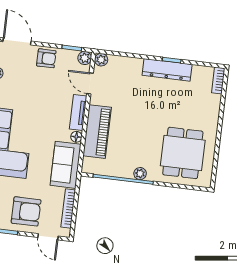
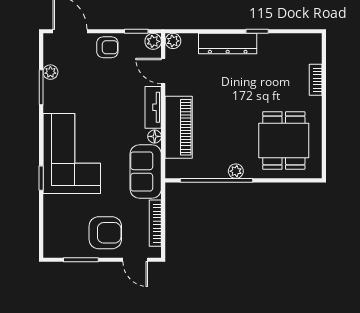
dresser: (167, 70) -> (228, 44), moved
bookcase: (218, 80) -> (316, 80), moved

